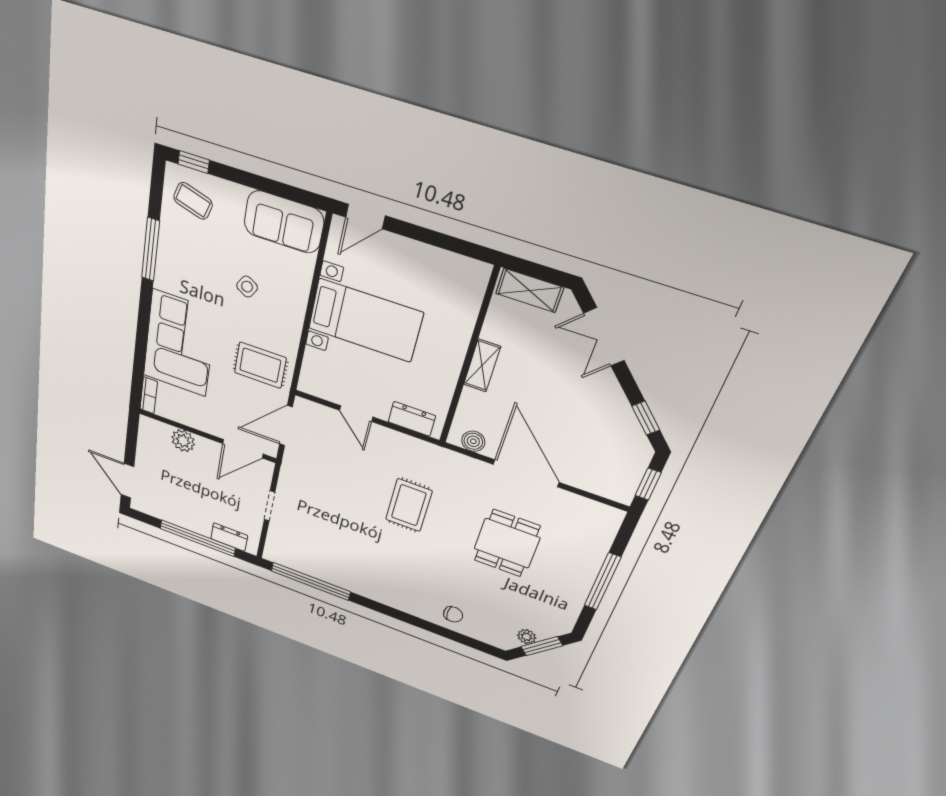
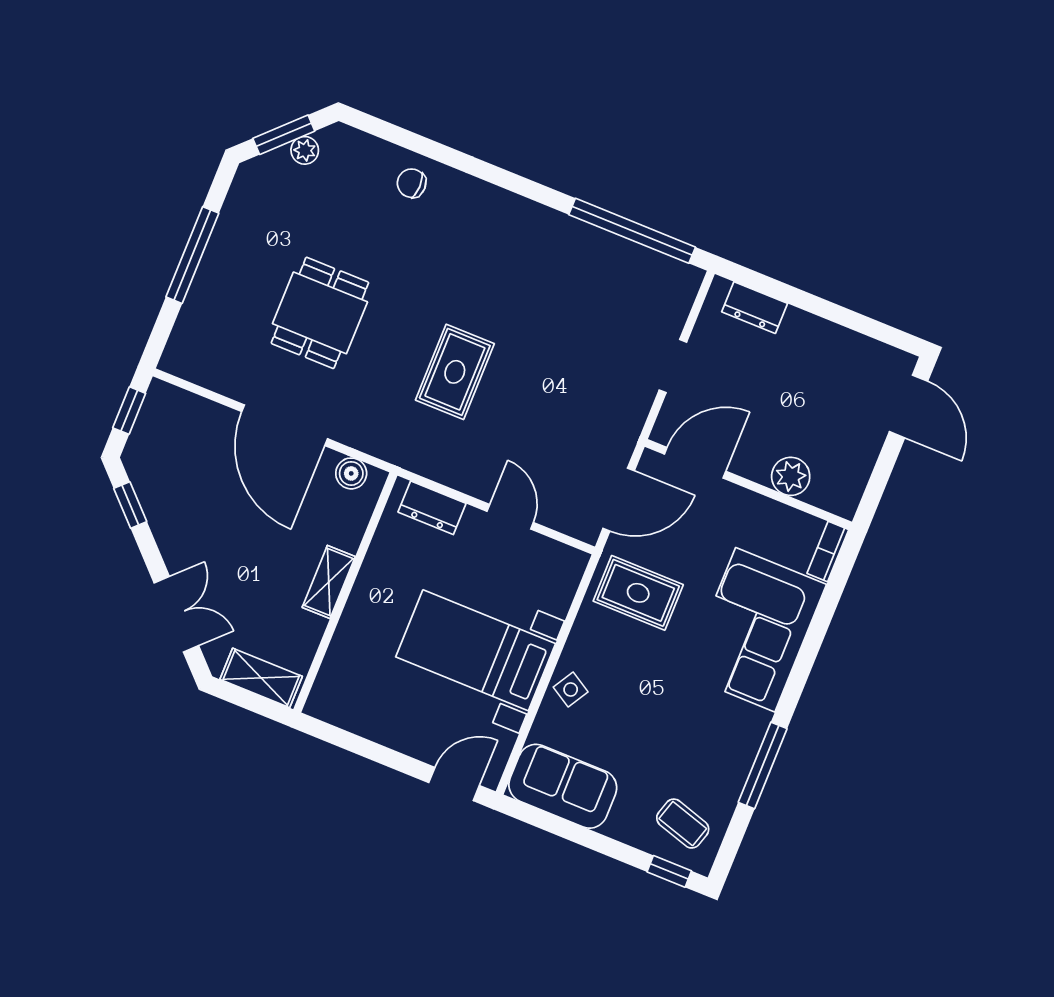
side table: (247, 287) -> (571, 689), moved
window: (198, 538) -> (811, 303), removed

